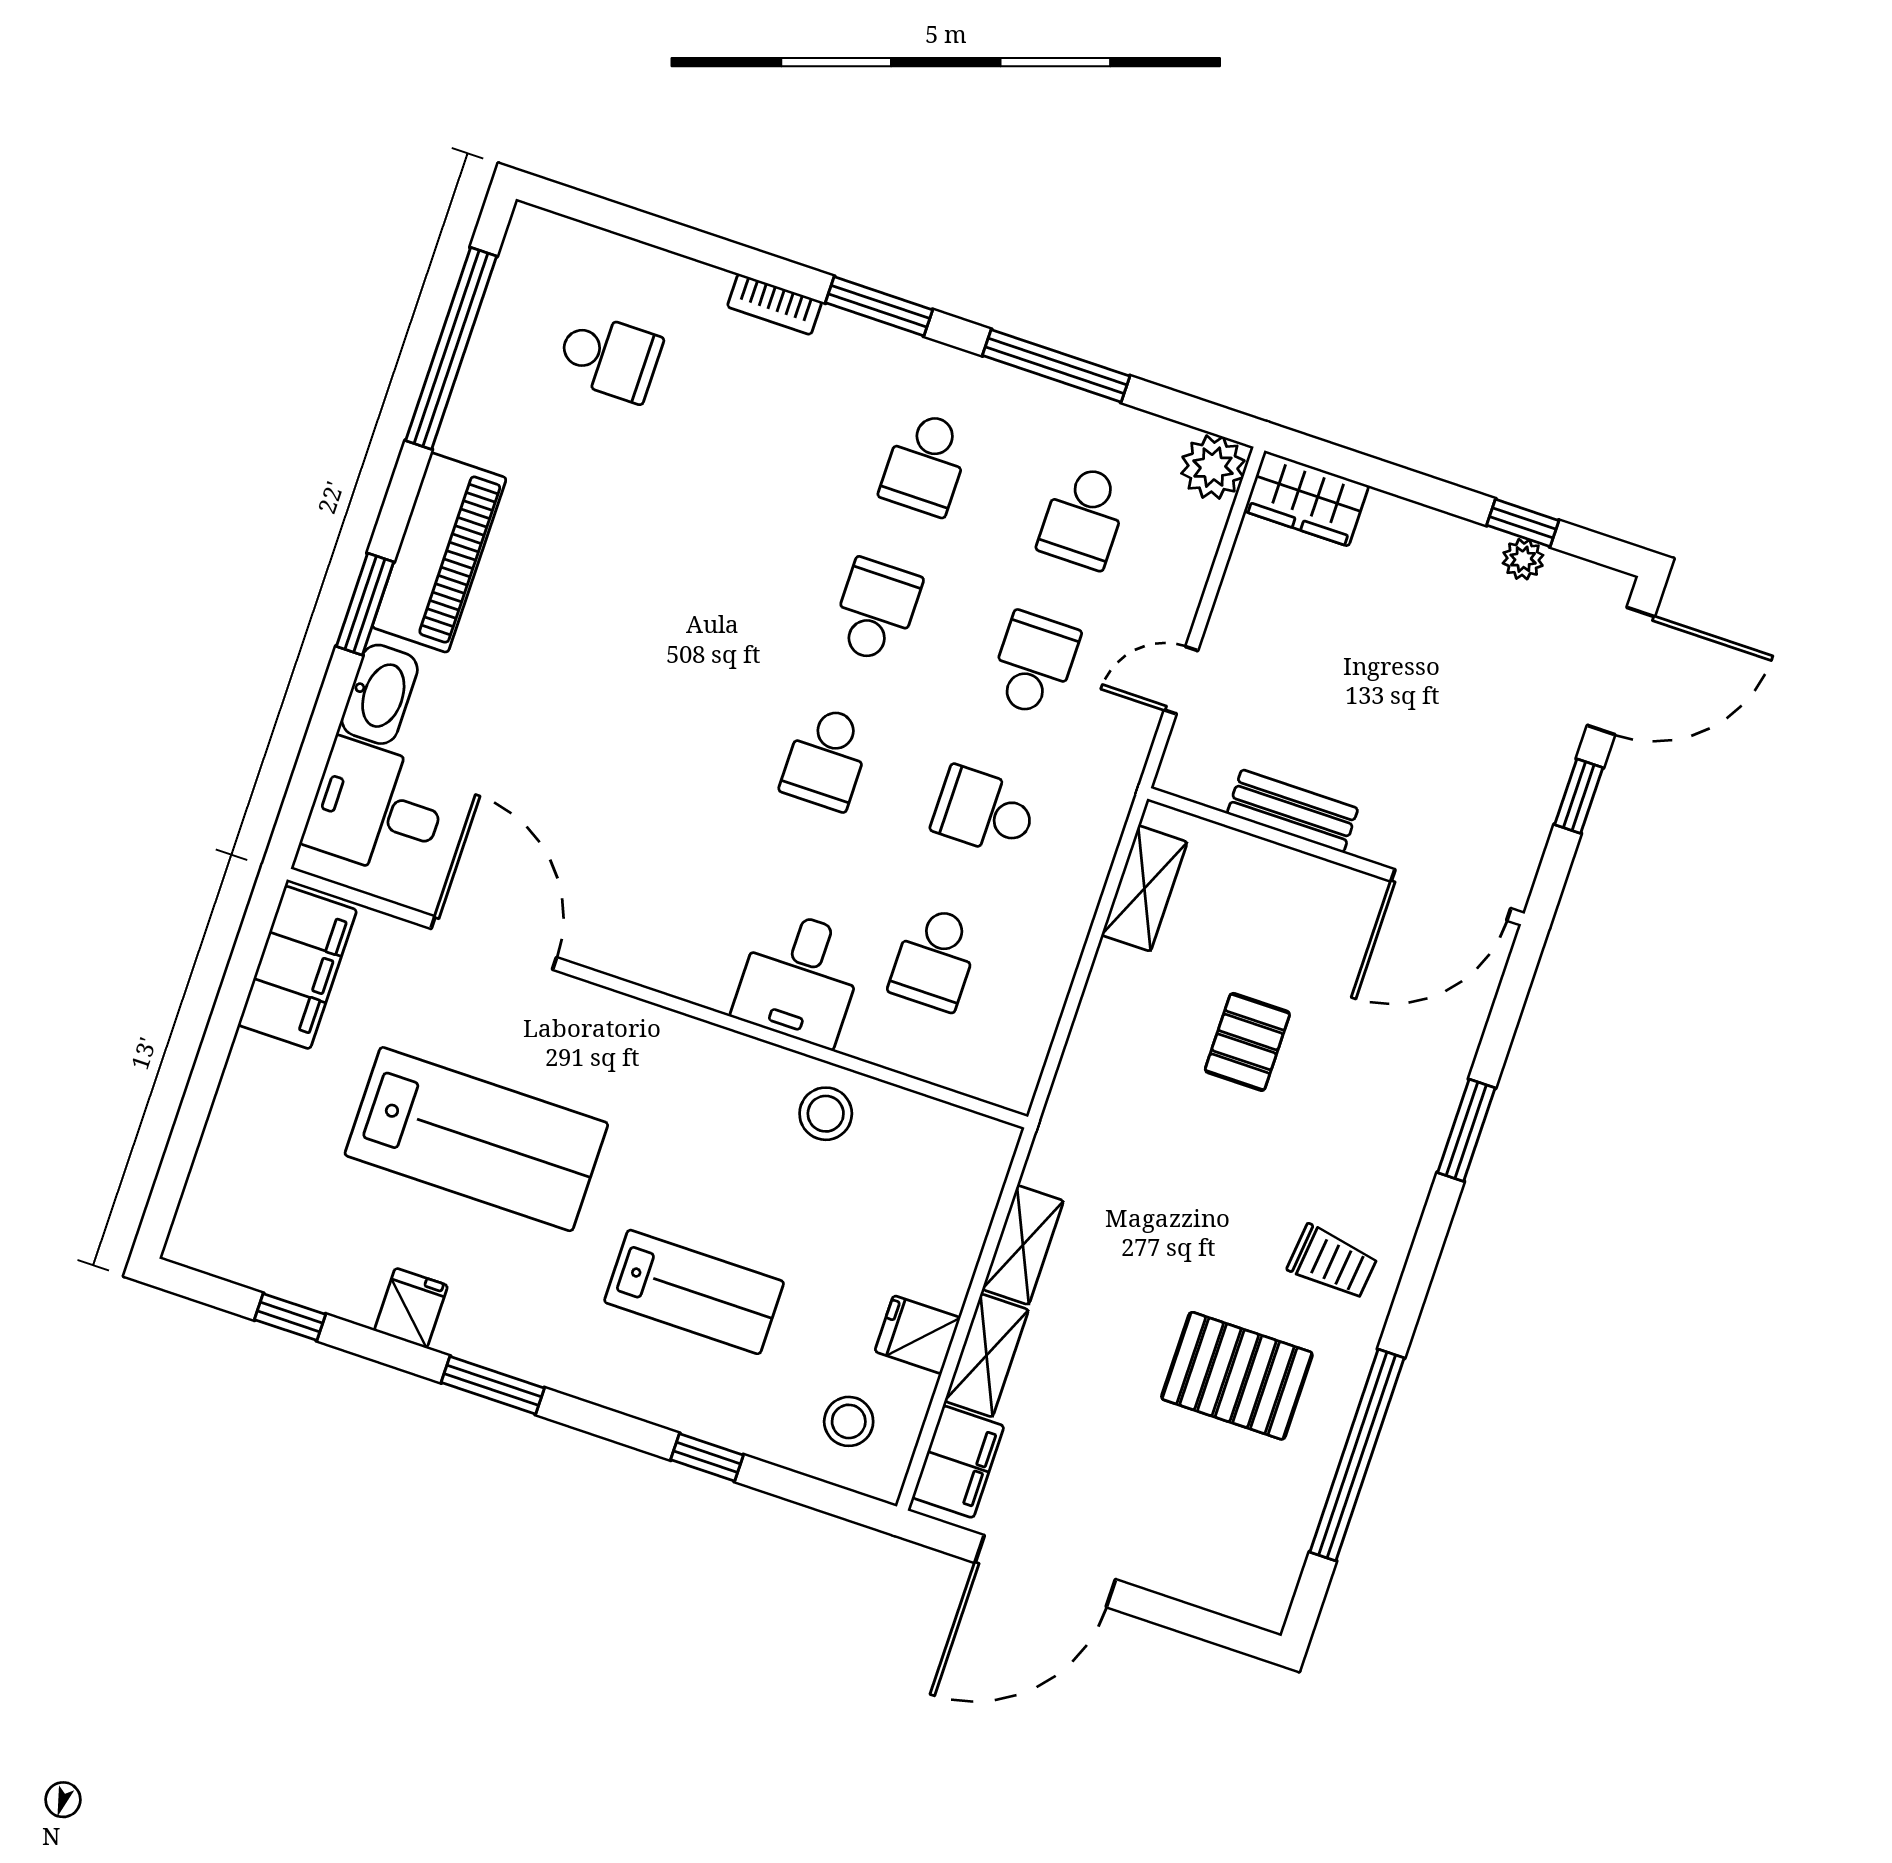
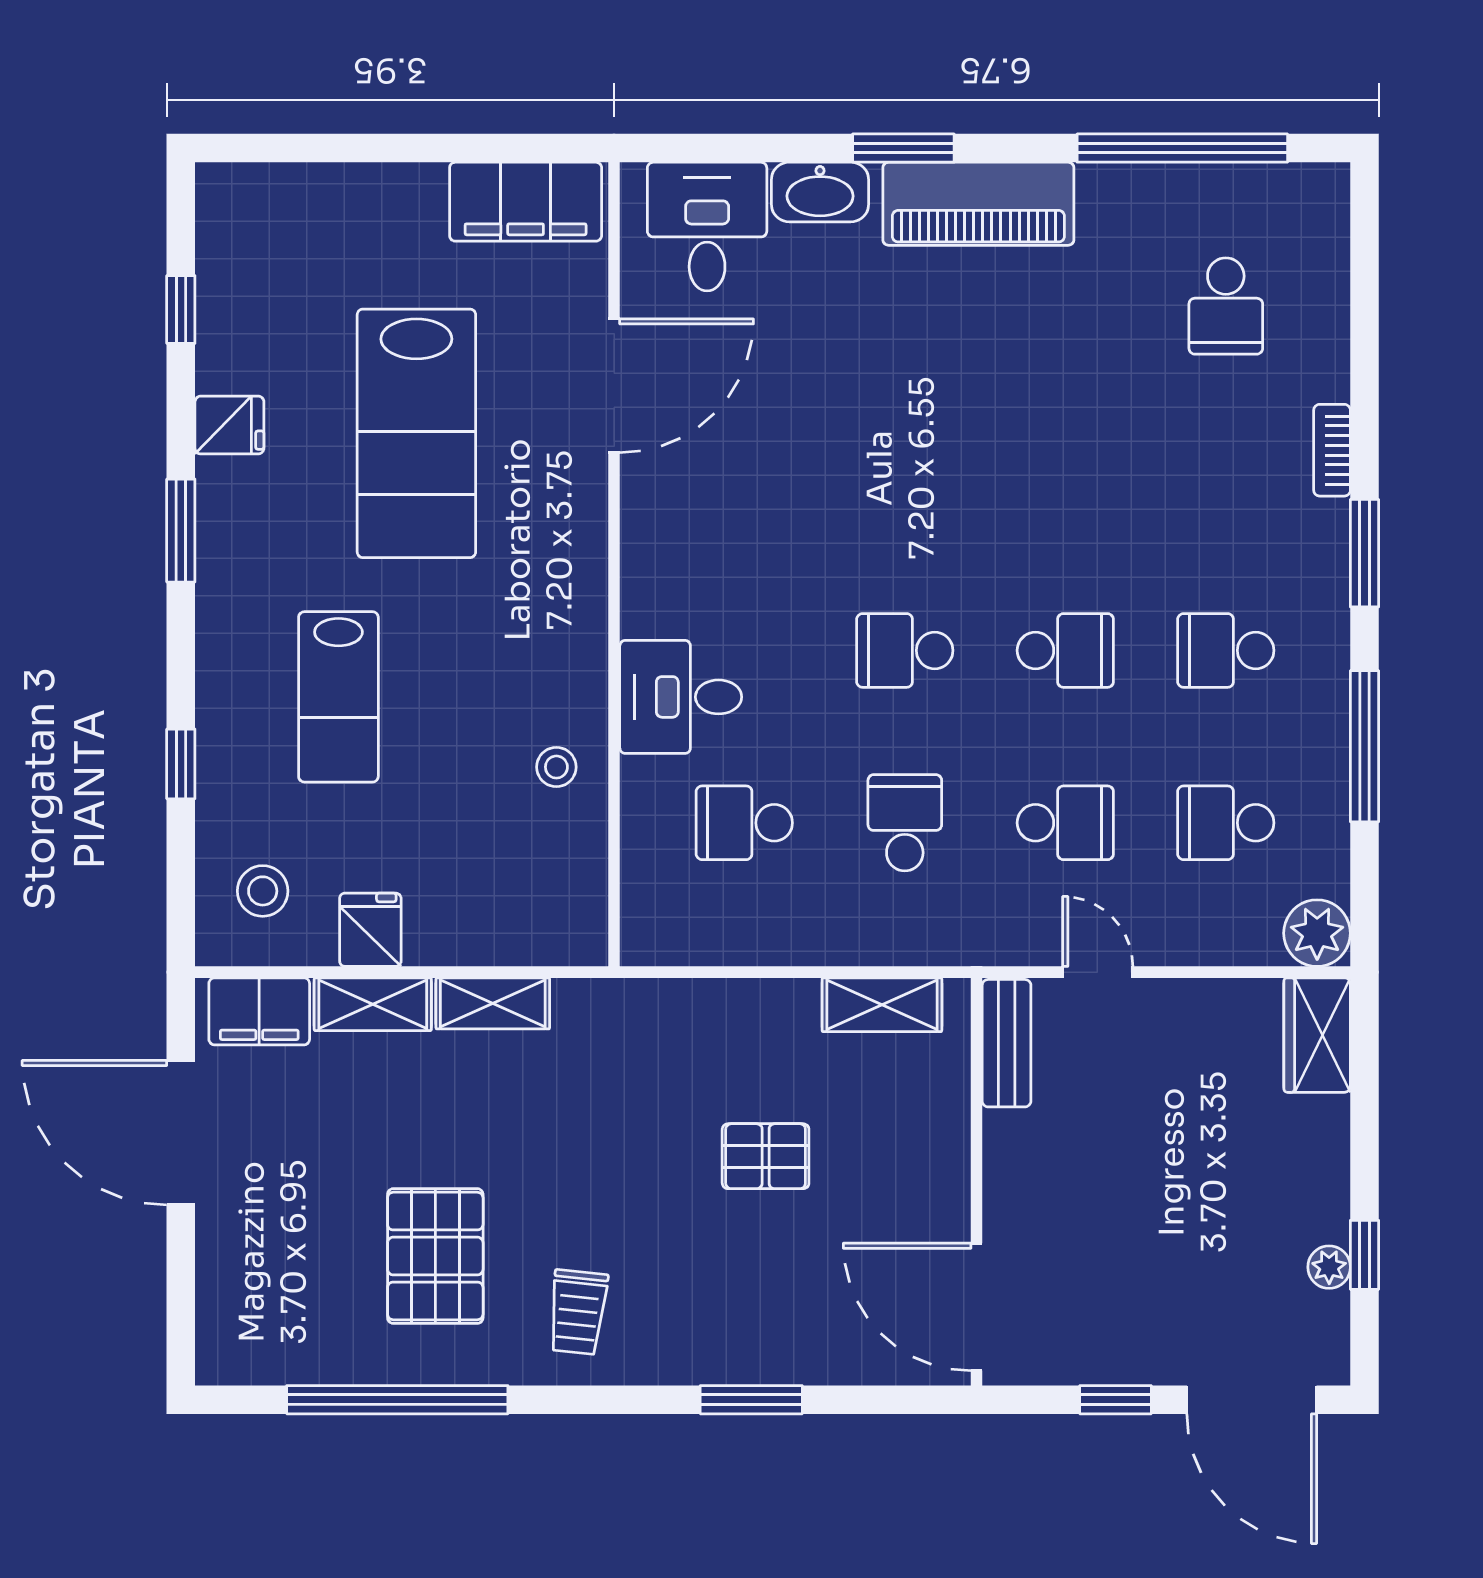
bench: (1292, 811) -> (1007, 1043), moved
stool: (826, 1114) -> (556, 767), width x0.73, depth x0.73

